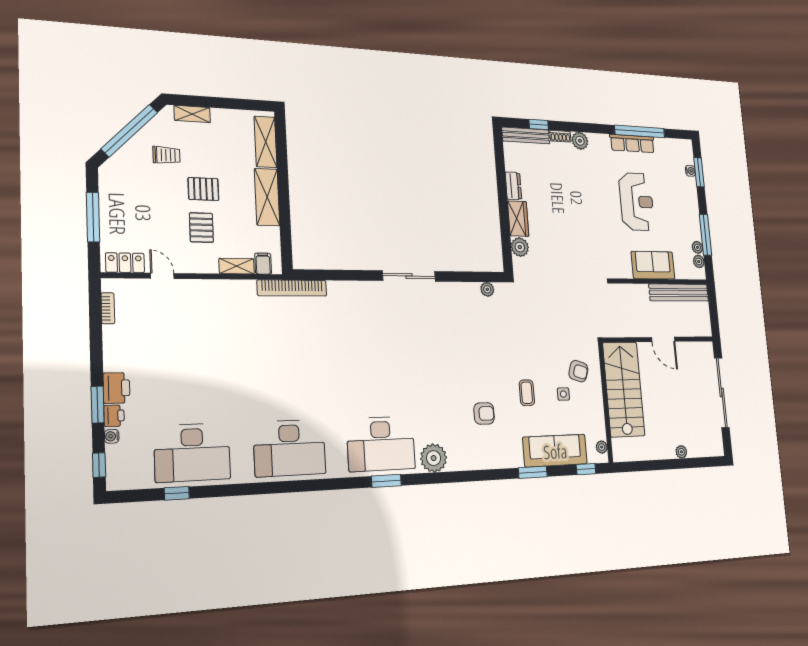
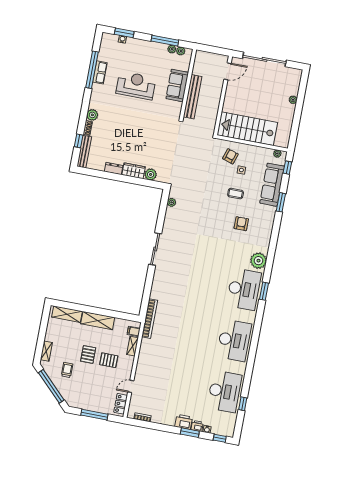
row of seats: (632, 143) -> (100, 72), width x0.68
bench: (679, 292) -> (193, 97), moved
door: (663, 339) -> (228, 71), moved

